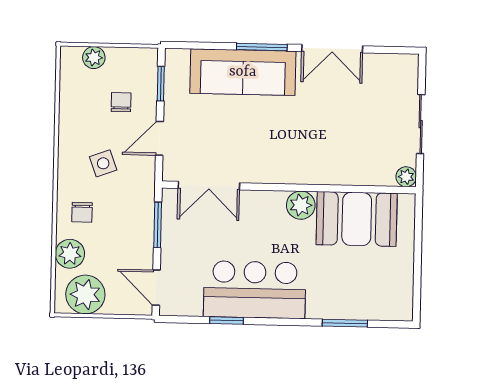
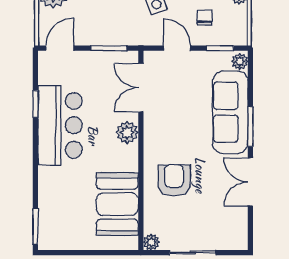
plant: (178, 58) -> (240, 61), added
chair: (121, 102) -> (205, 17), turned -90
armchair: (328, 146) -> (174, 181), added
plant: (301, 205) -> (127, 132), moved
window: (345, 323) -> (35, 226), moved

